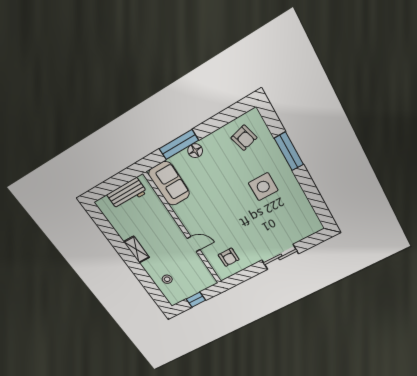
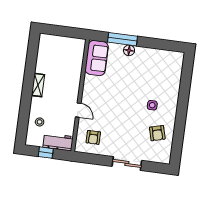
armchair: (244, 138) -> (157, 133), moved
window: (289, 151) -> (184, 94), removed
side table: (263, 187) -> (152, 105), width x0.54, depth x0.54
workbench: (127, 194) -> (58, 142), moved, turned 180

